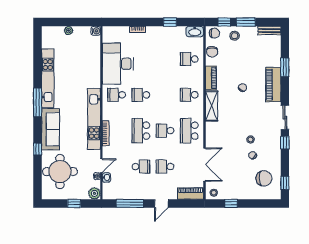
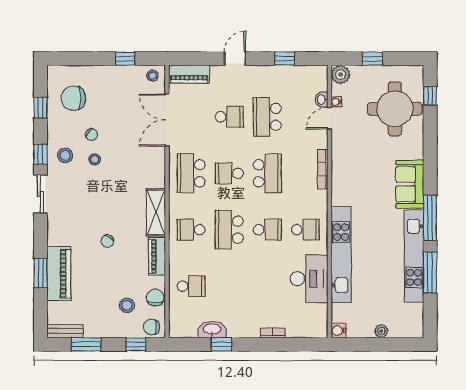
window: (246, 22) -> (86, 344), moved
washbasin: (195, 32) -> (212, 329), moved
stool: (235, 36) -> (127, 305), moved
desk: (118, 64) -> (309, 279), width x0.73, depth x0.77
window: (38, 68) -> (430, 273), added
piano: (273, 85) -> (59, 274), moved
school desk: (165, 95) -> (229, 230), added
school desk: (189, 95) -> (191, 230), turned 180
kitchen unit: (94, 119) -> (341, 254), moved
sofa: (51, 129) -> (410, 184), width x0.73
school desk: (165, 131) -> (229, 173), turned 180
school desk: (189, 131) -> (191, 173), turned 180
stool: (269, 142) -> (65, 155), added
window: (38, 149) -> (430, 96), moved
school desk: (141, 166) -> (267, 117), width x1.85
window: (285, 183) -> (41, 108), moved
window: (130, 203) -> (285, 59), width x0.46

